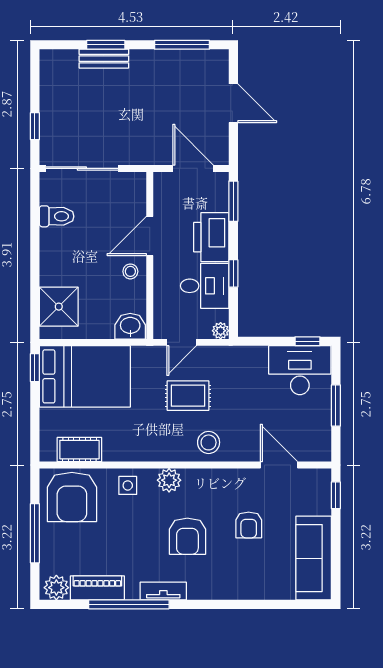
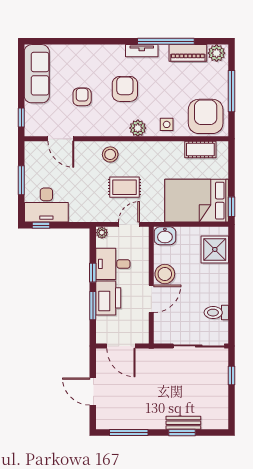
window: (233, 201) -> (93, 306), moved
stool: (130, 271) -> (165, 274), width x1.89, depth x1.89

